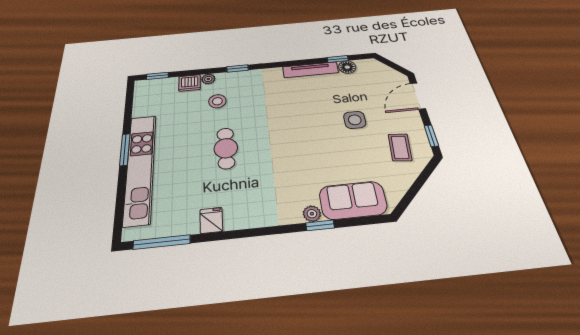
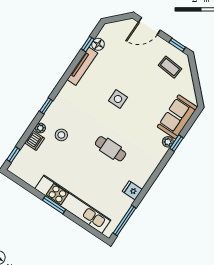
door: (418, 96) -> (149, 26), hinge flipped
side table: (355, 120) -> (118, 99), moved
cafe table: (226, 148) -> (111, 149), moved

